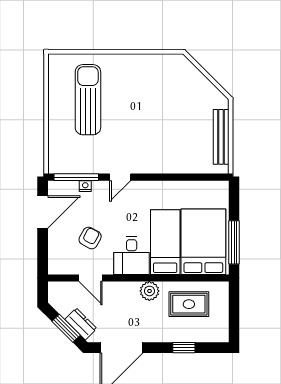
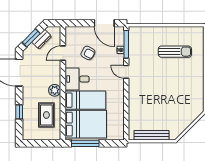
sun lounger: (88, 100) -> (175, 52), width x0.73, depth x0.75
dresser: (81, 324) -> (42, 39), moved

